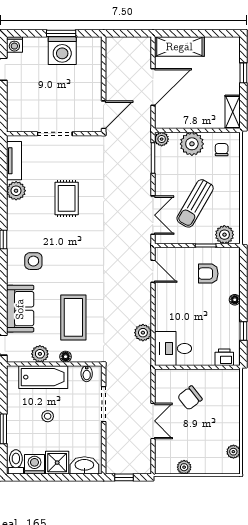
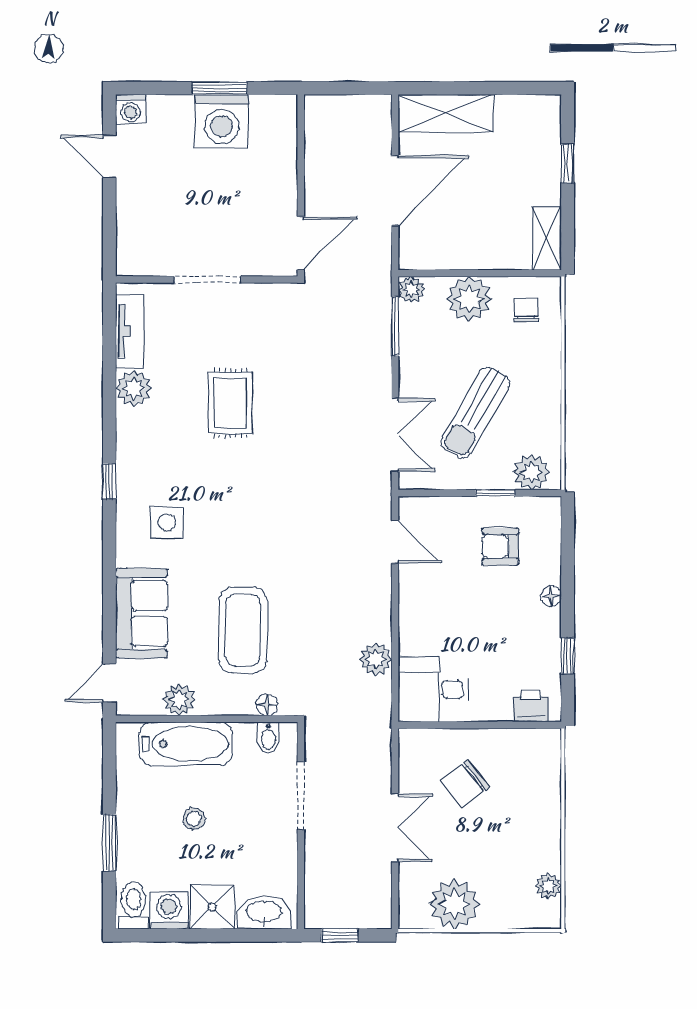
floor lamp: (66, 357) -> (267, 705), moved
plant: (184, 467) -> (454, 904), width x1.87, depth x1.87

